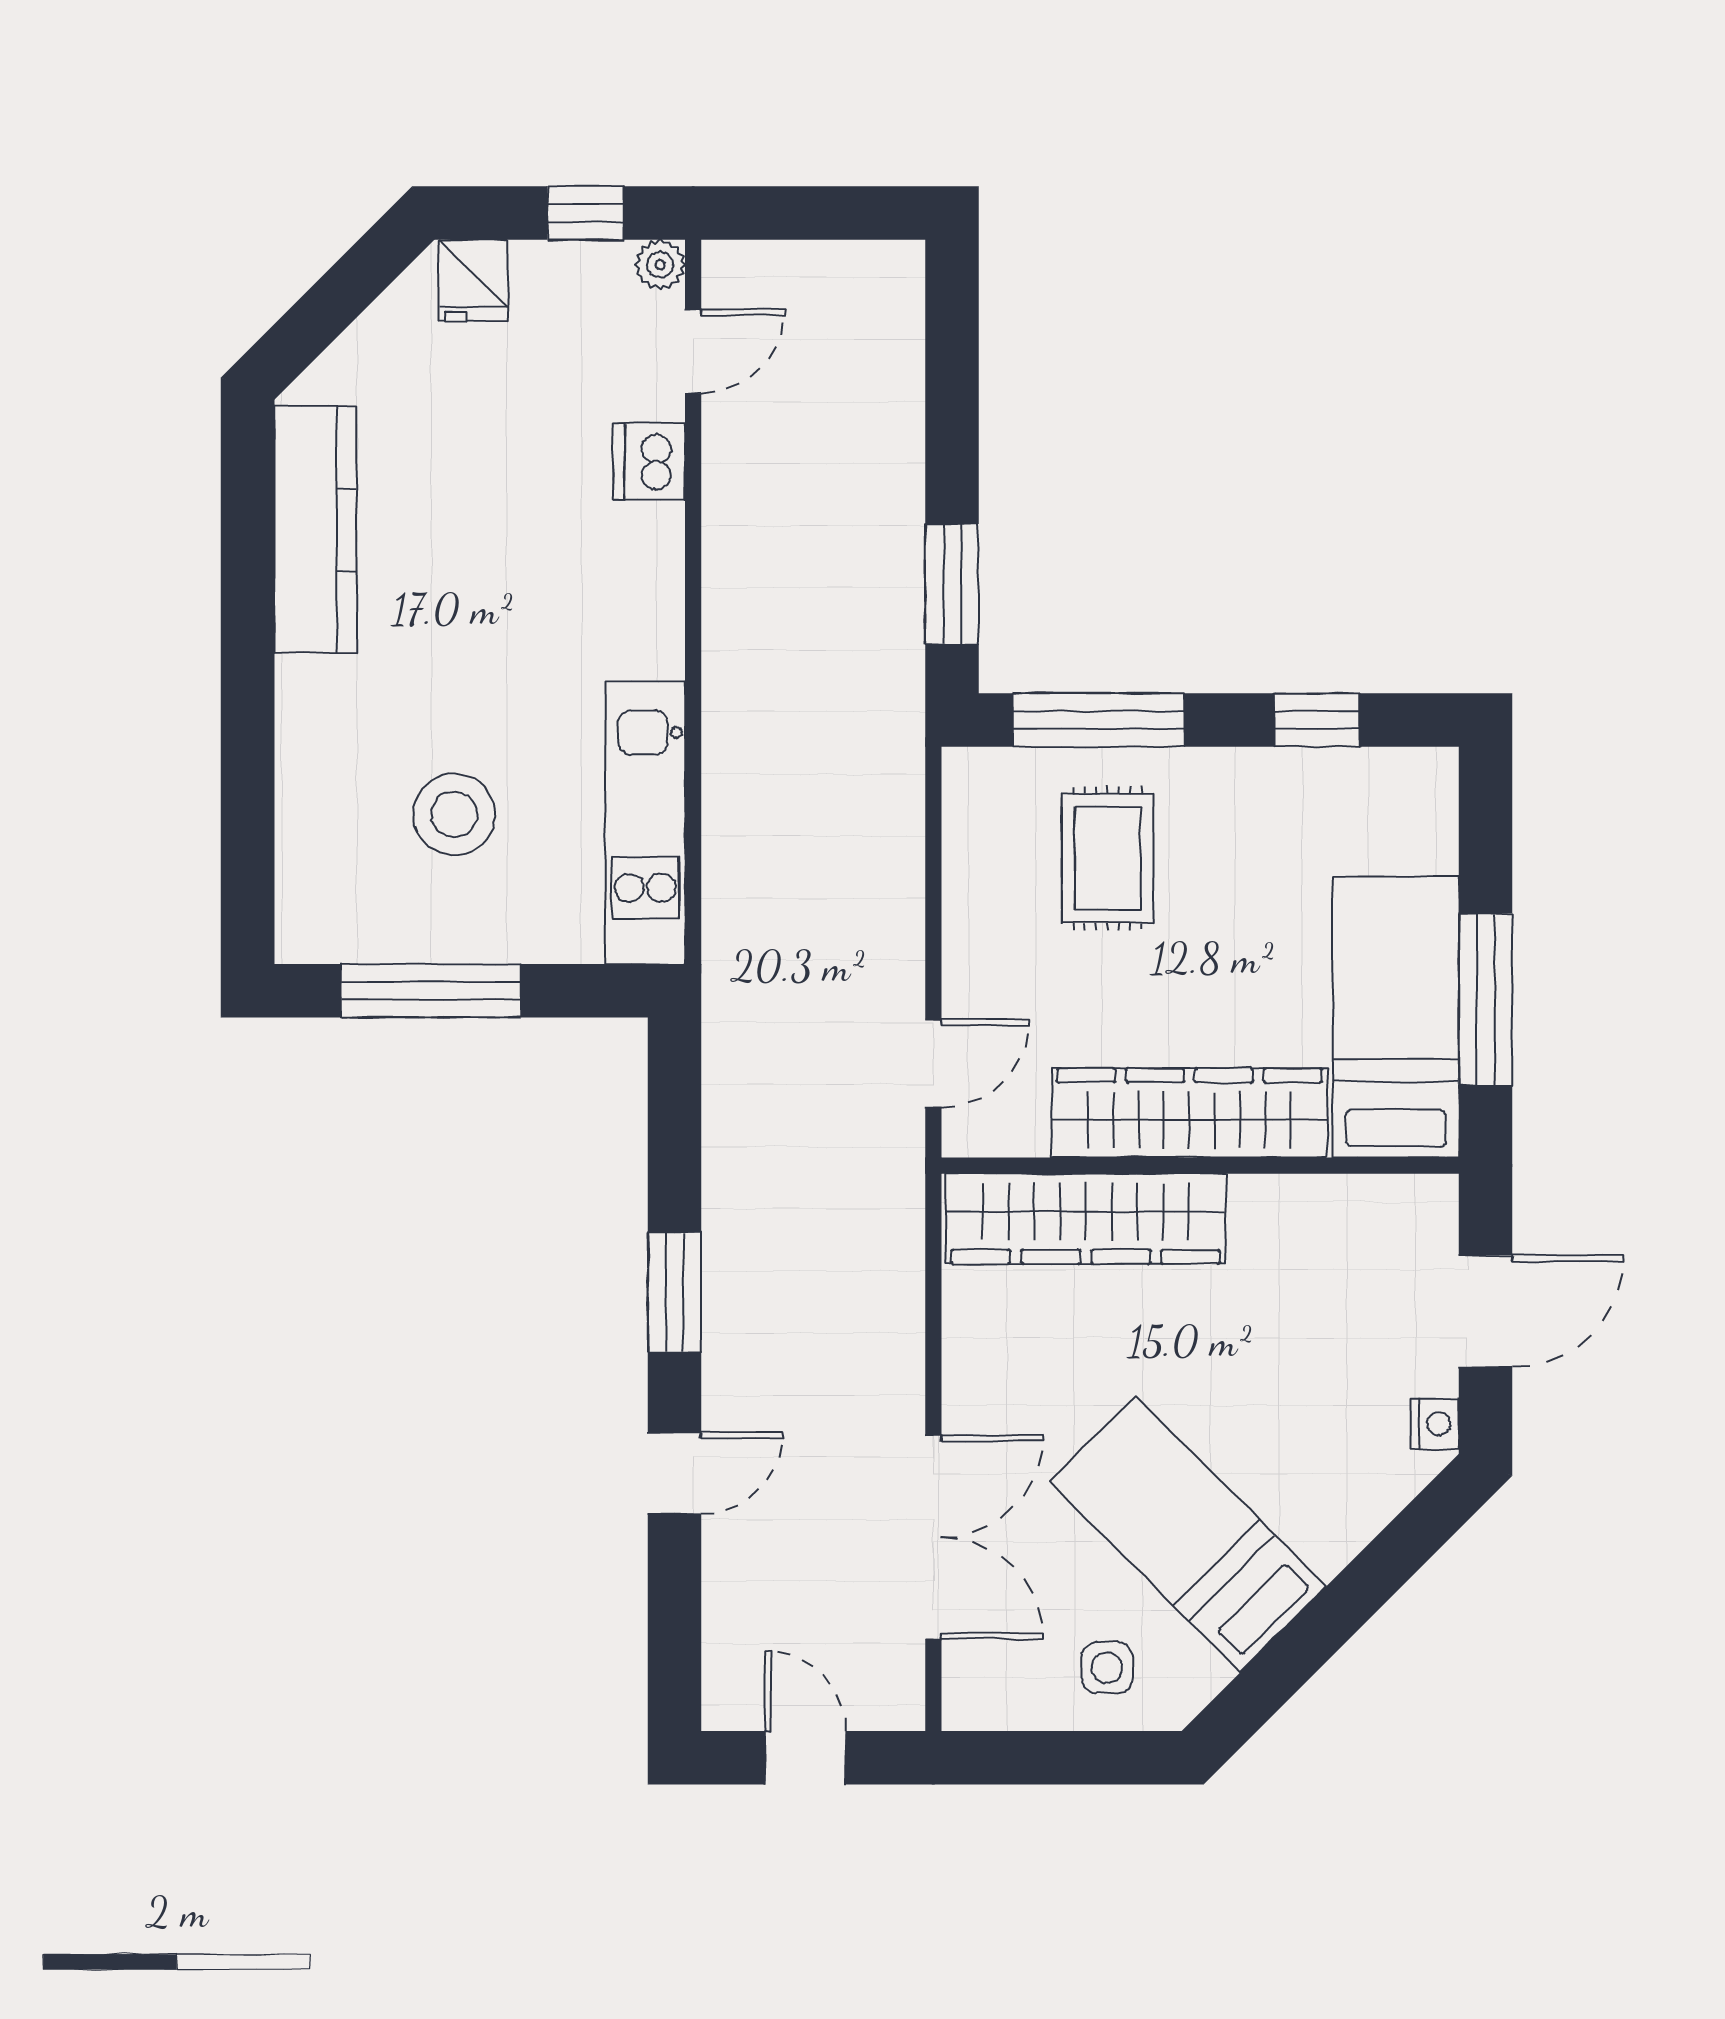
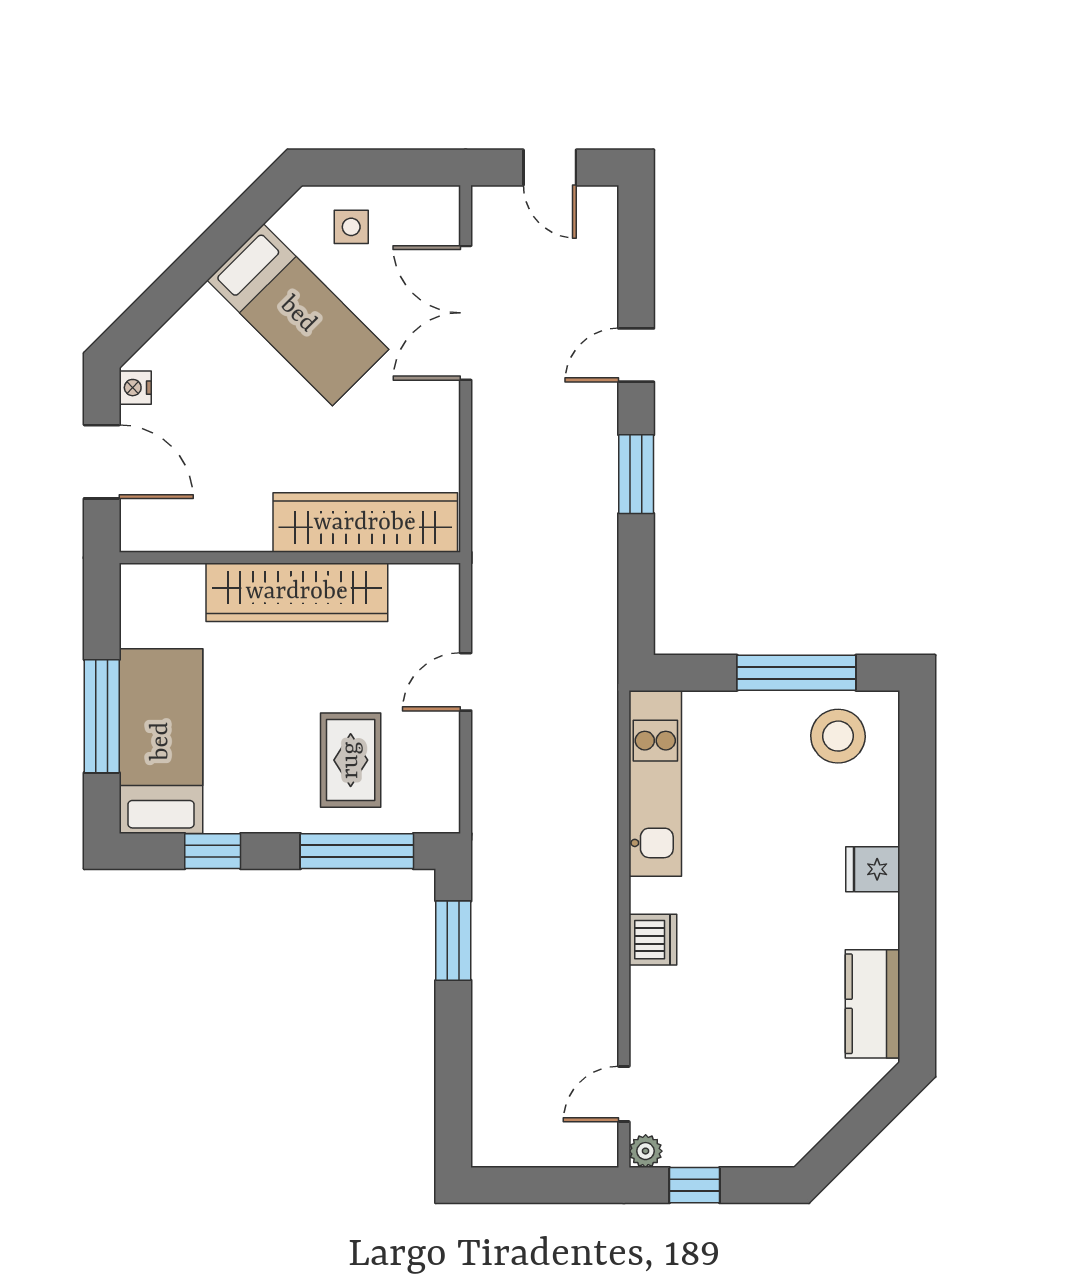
fridge: (473, 281) -> (873, 869), moved, turned -90
dishwasher: (649, 461) -> (653, 940), moved
kitchen counter: (315, 529) -> (873, 1004), width x0.67
stool: (454, 814) -> (838, 736), moved
window: (1486, 999) -> (102, 716), moved
bed: (1396, 1017) -> (161, 741), moved, turned 180
door: (933, 1063) -> (466, 682), moved
door: (1486, 1311) -> (102, 462), swing flipped

